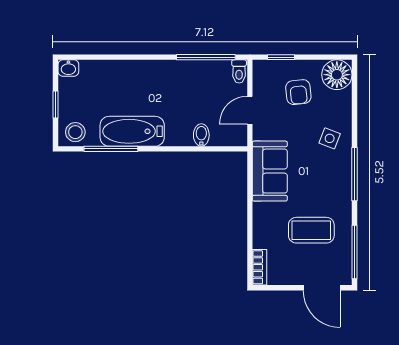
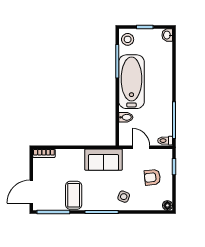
floor lamp: (337, 75) -> (167, 205), width x0.53, depth x0.53
bathtub: (132, 131) -> (131, 82), width x1.36, depth x1.36
coffee table: (311, 230) -> (74, 195), moved

